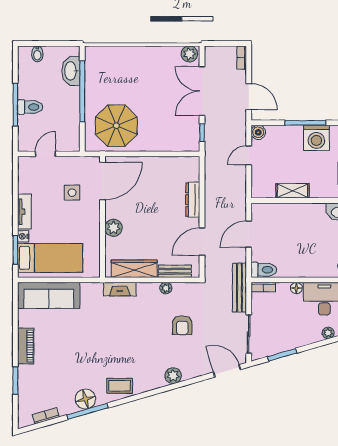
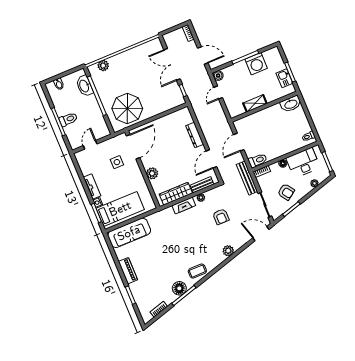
plant: (189, 54) -> (103, 66), moved
fireplace: (120, 289) -> (184, 205), moved
armchair: (285, 329) -> (286, 192), added

